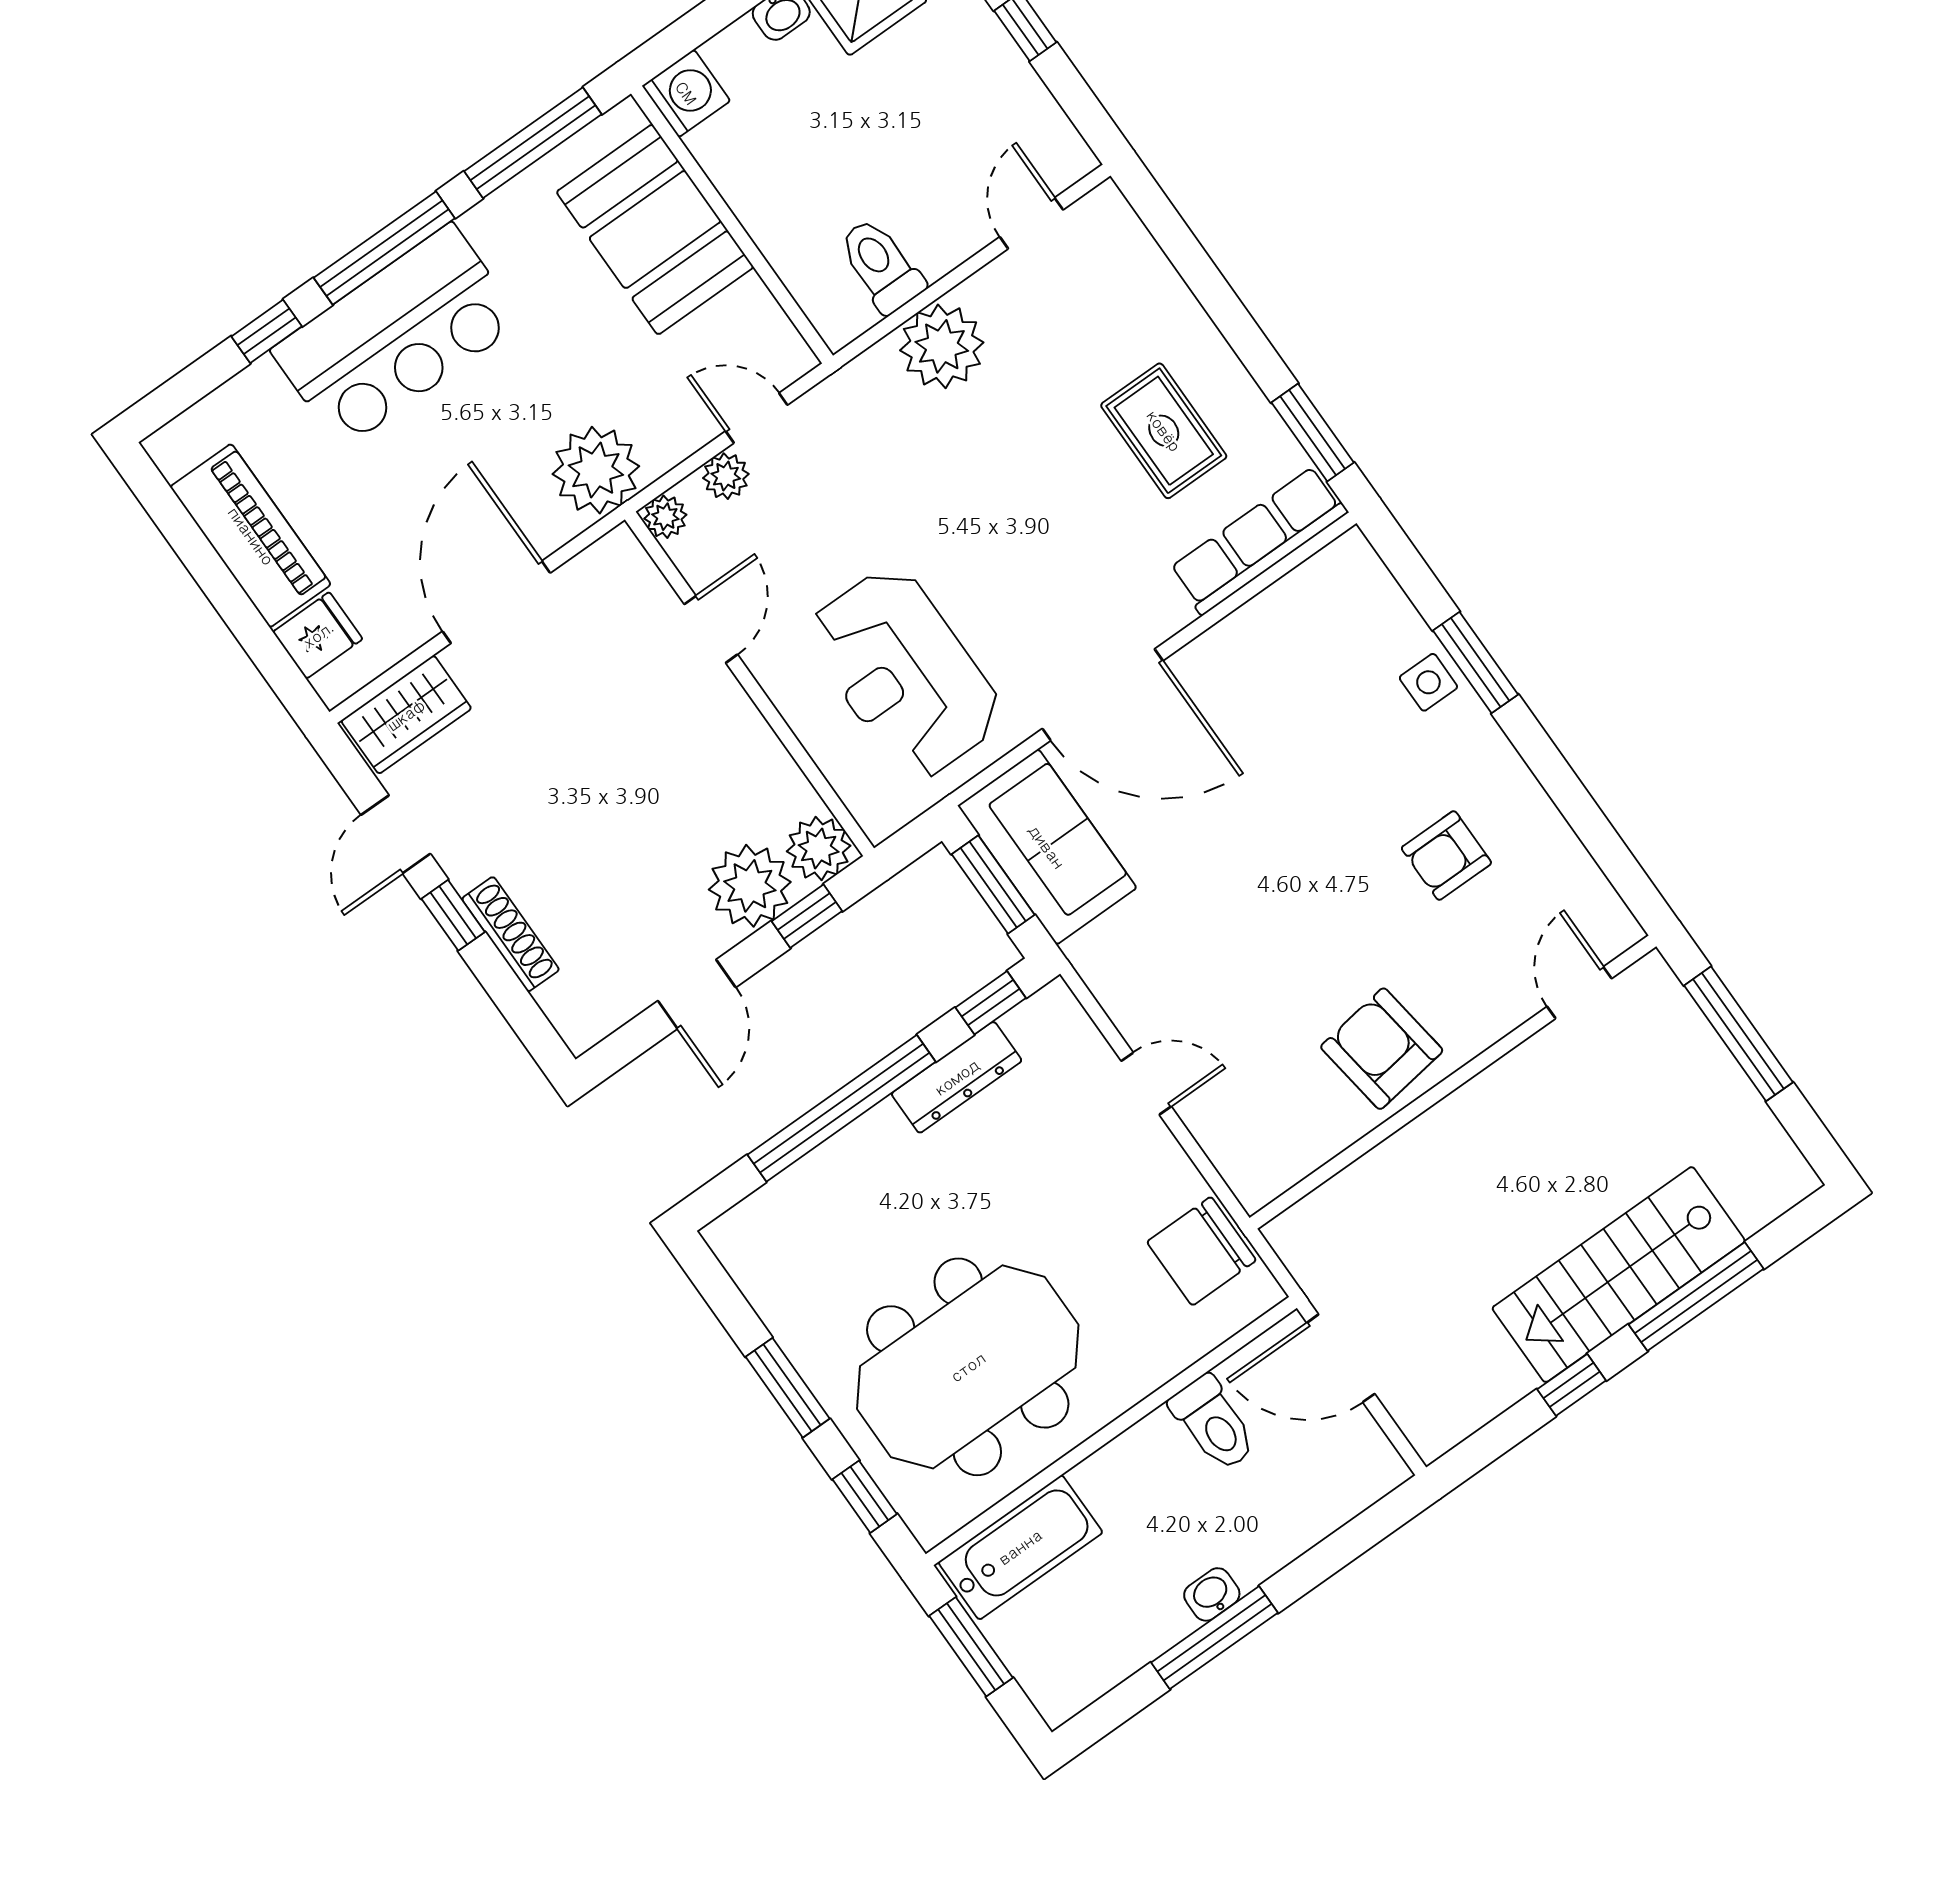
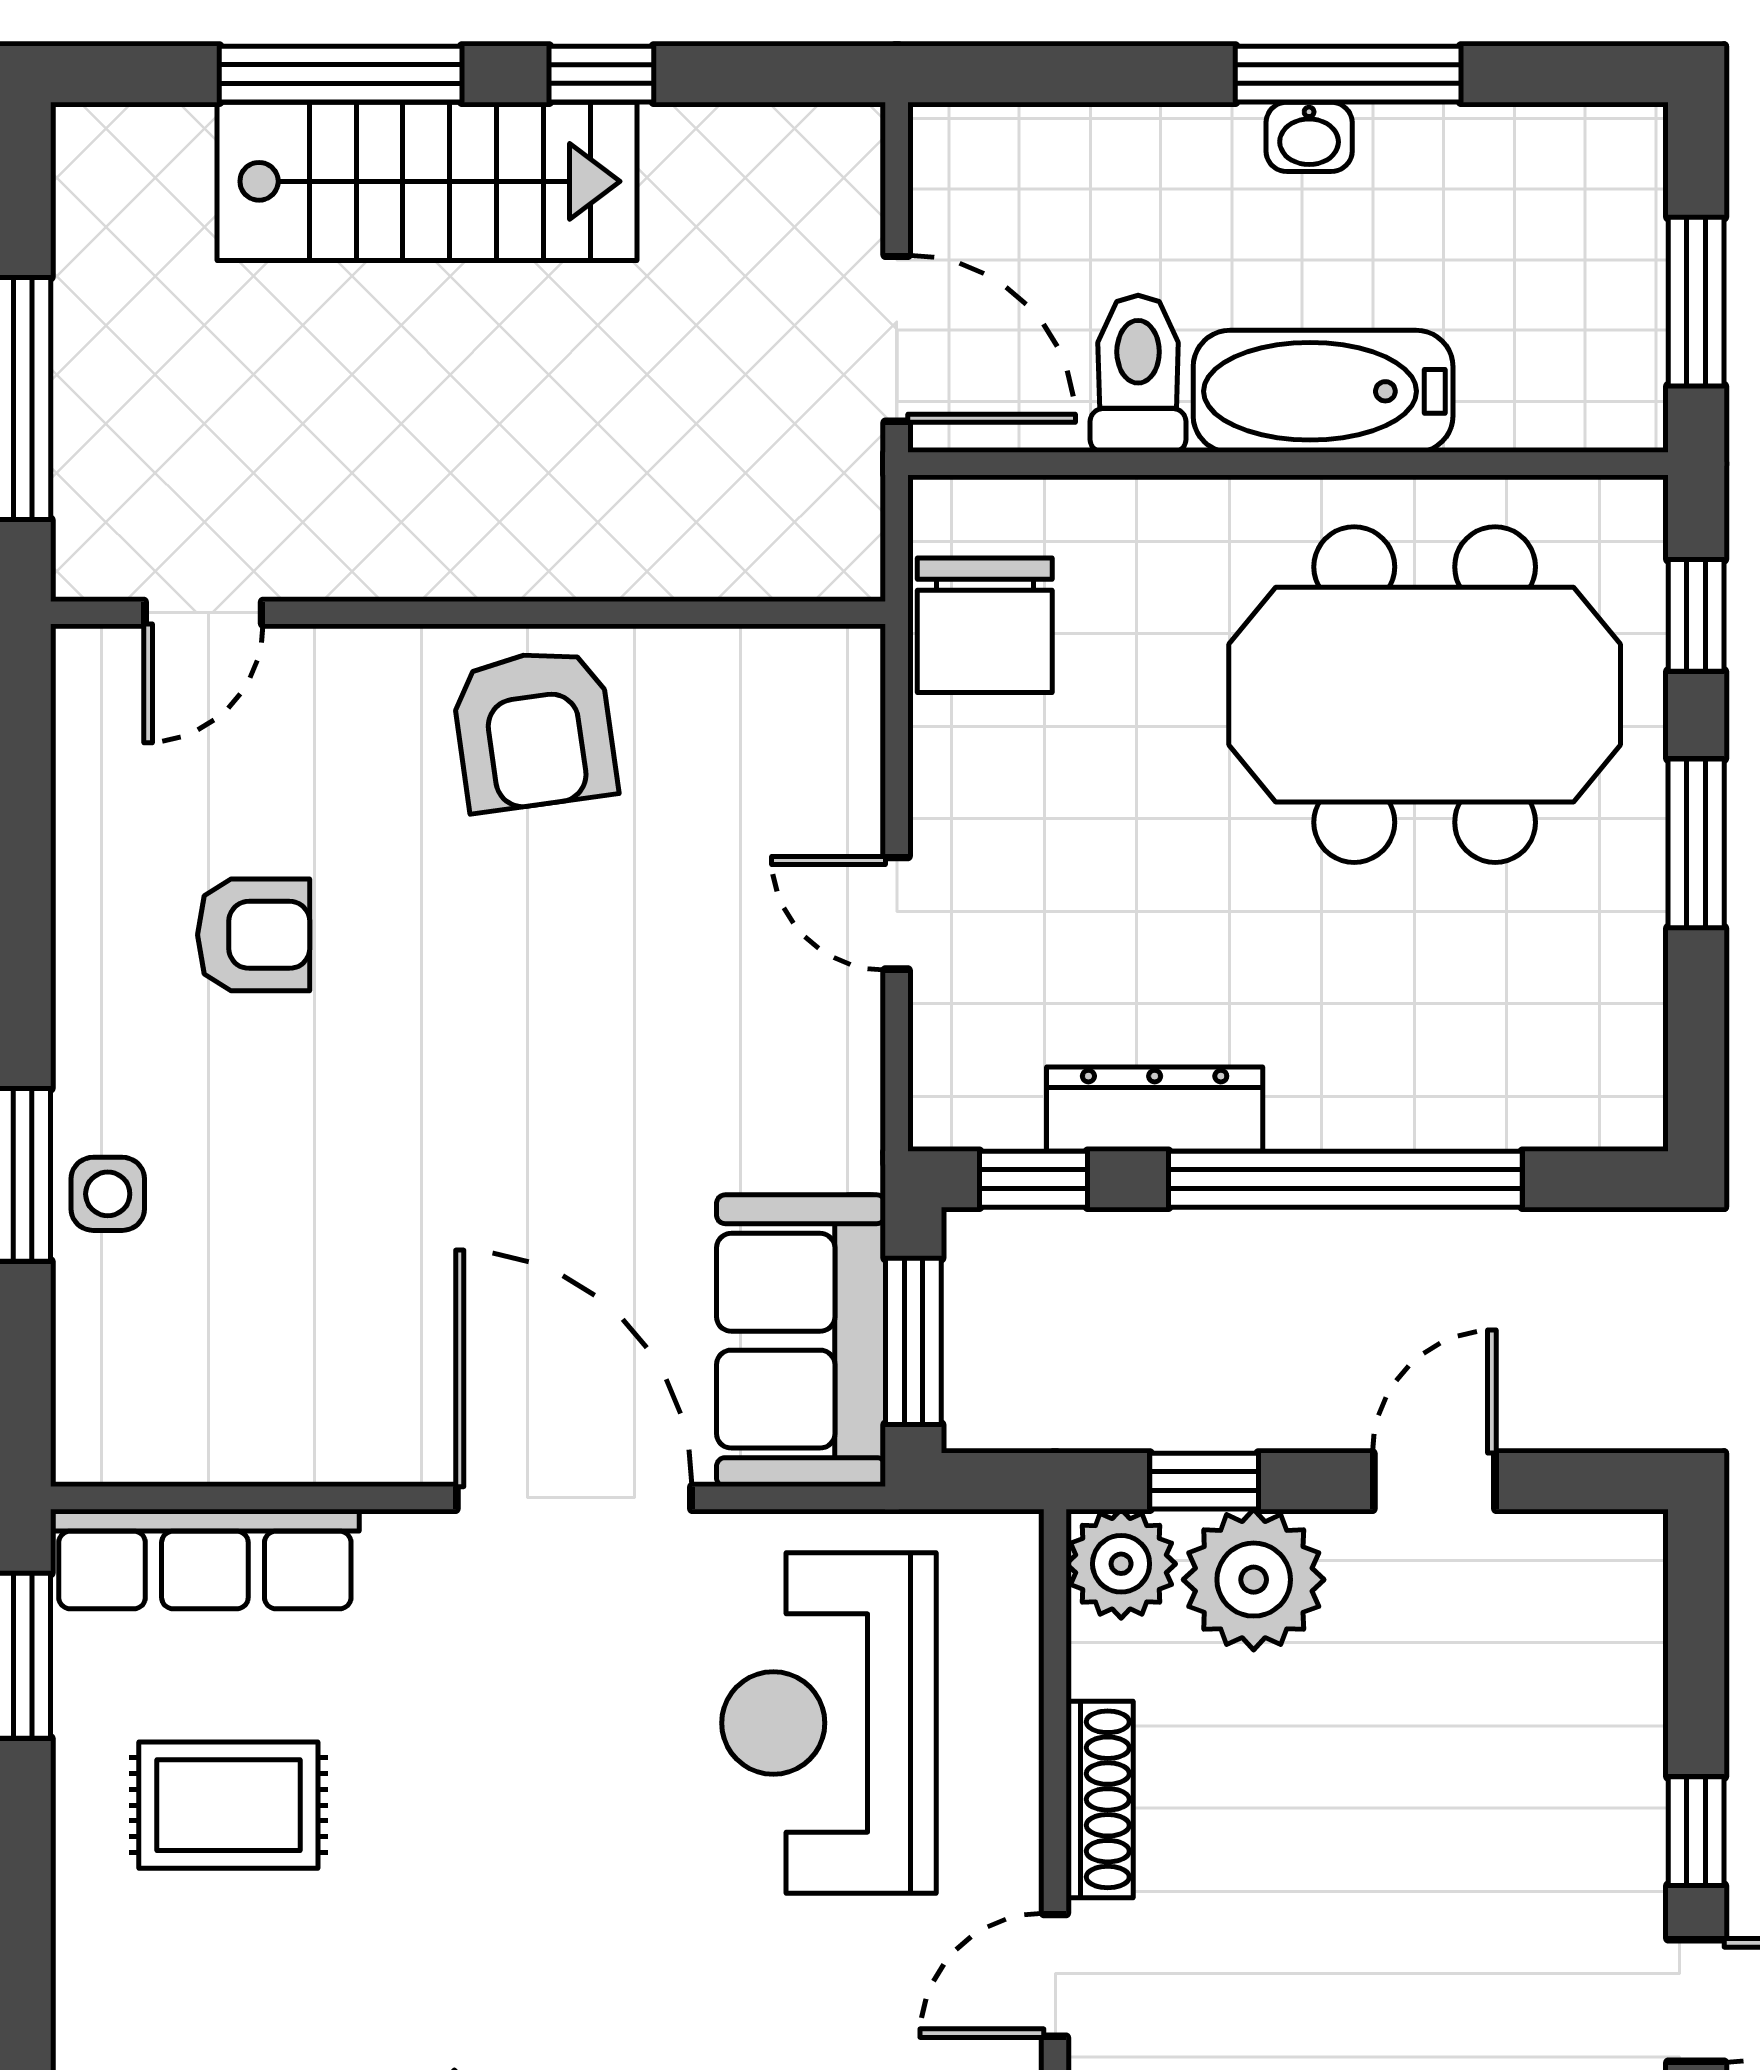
rug: (1164, 431) -> (228, 1805), turned 90
reception desk: (904, 673) -> (829, 1723), turned 180
shoe rack: (511, 934) -> (1100, 1799), moved, turned 180
chair: (1202, 1251) -> (985, 625), turned 90
bathtub: (1020, 1547) -> (1323, 391), moved

